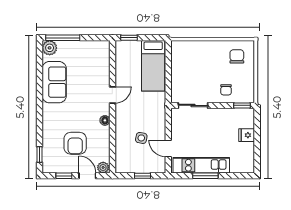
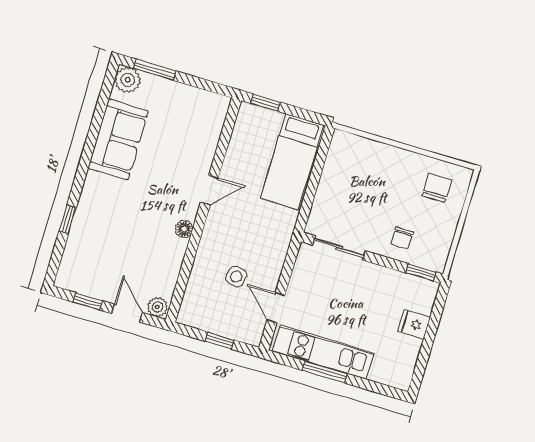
window: (63, 38) -> (155, 70), width x0.69
armchair: (75, 143) -> (123, 252), removed
window: (39, 155) -> (68, 219), moved

